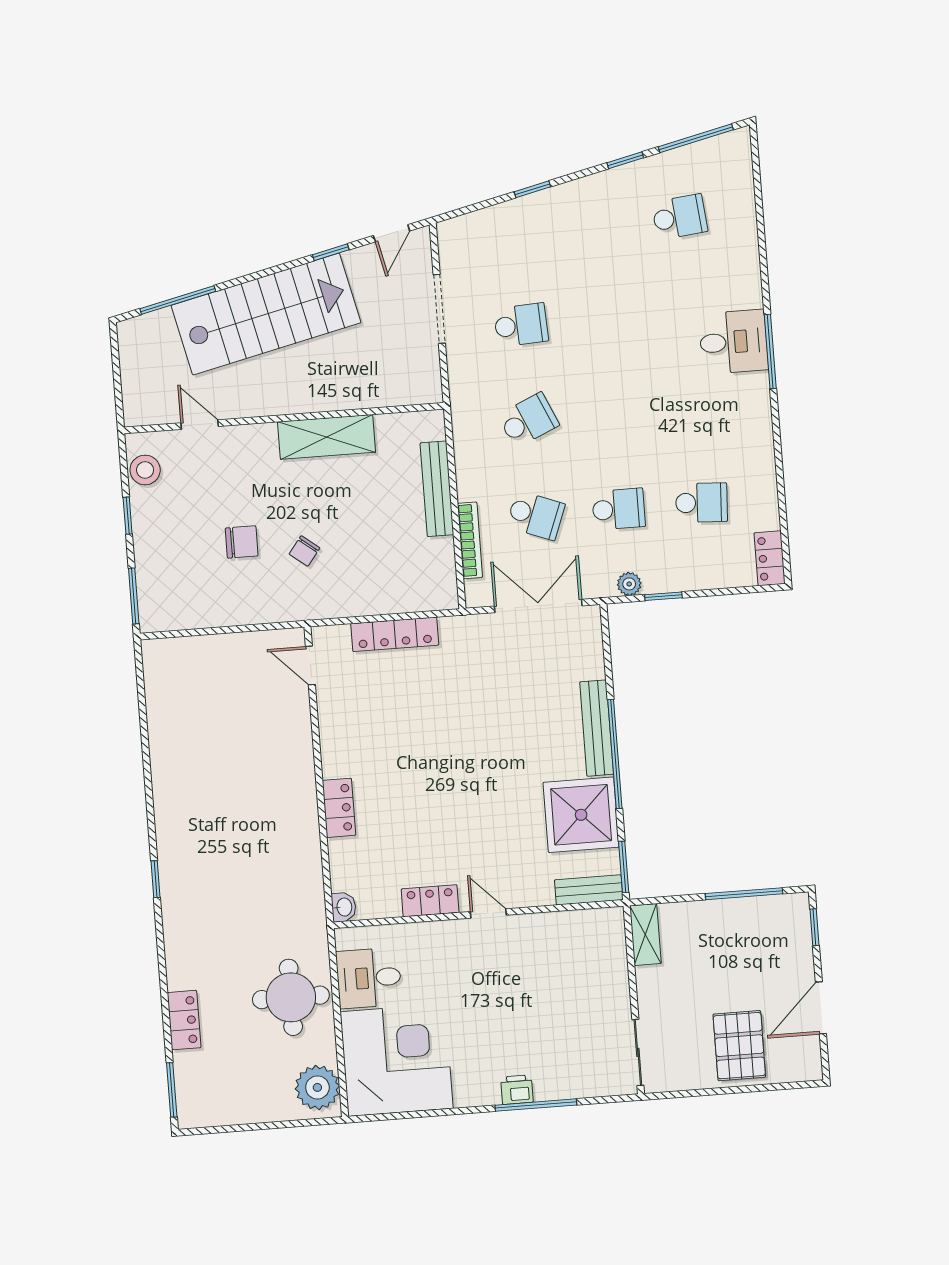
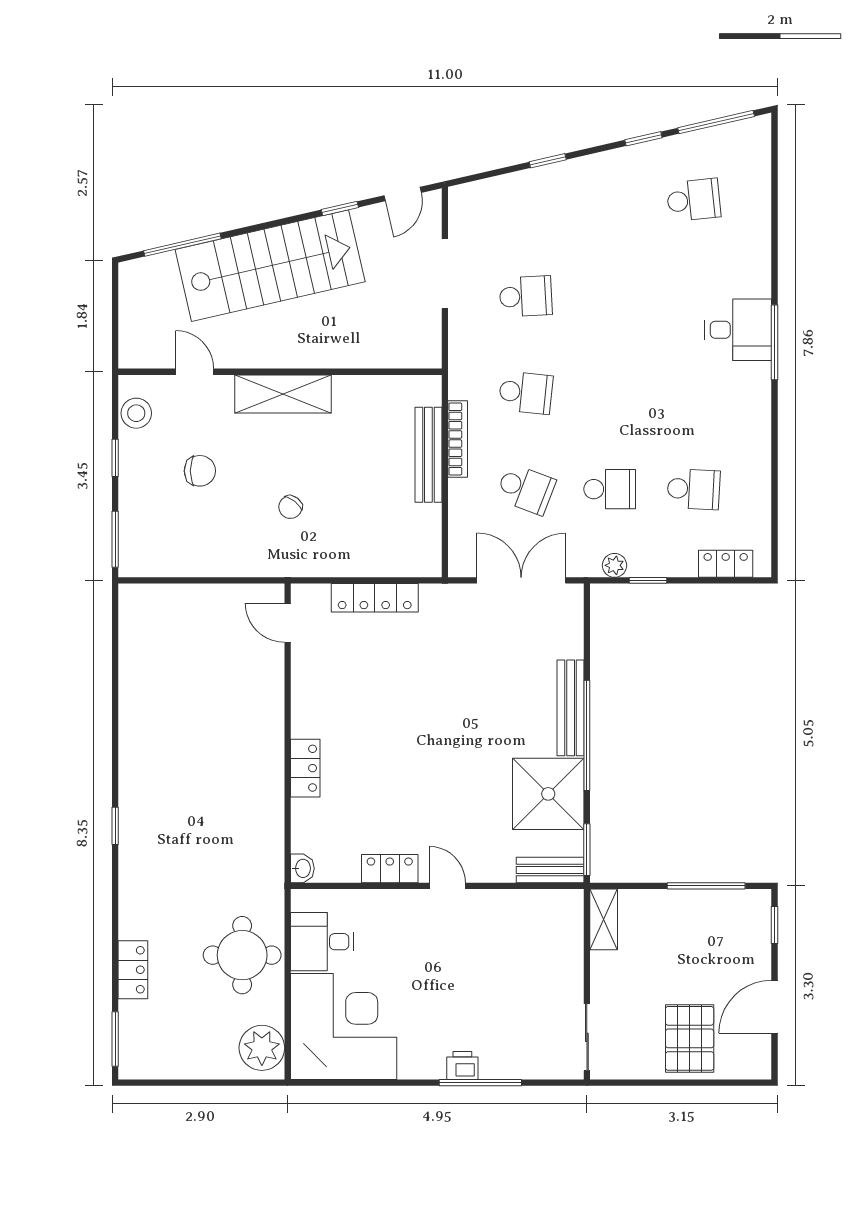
school desk: (528, 420) -> (526, 393), turned 30
shelving: (327, 437) -> (283, 394), moved
bookcase: (470, 540) -> (458, 439), moved
chair: (242, 542) -> (200, 471), moved
locker: (770, 558) -> (726, 564), moved, turned 90

